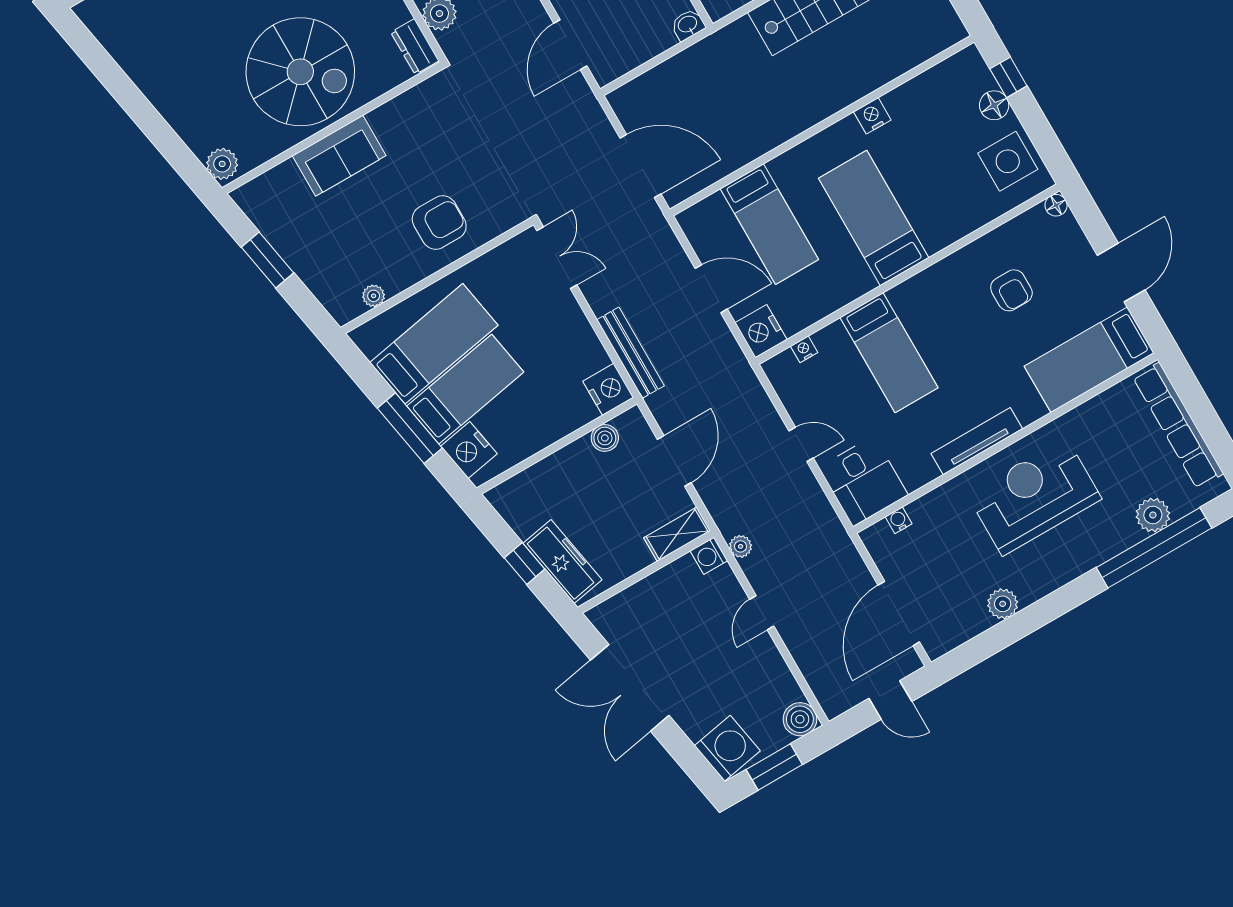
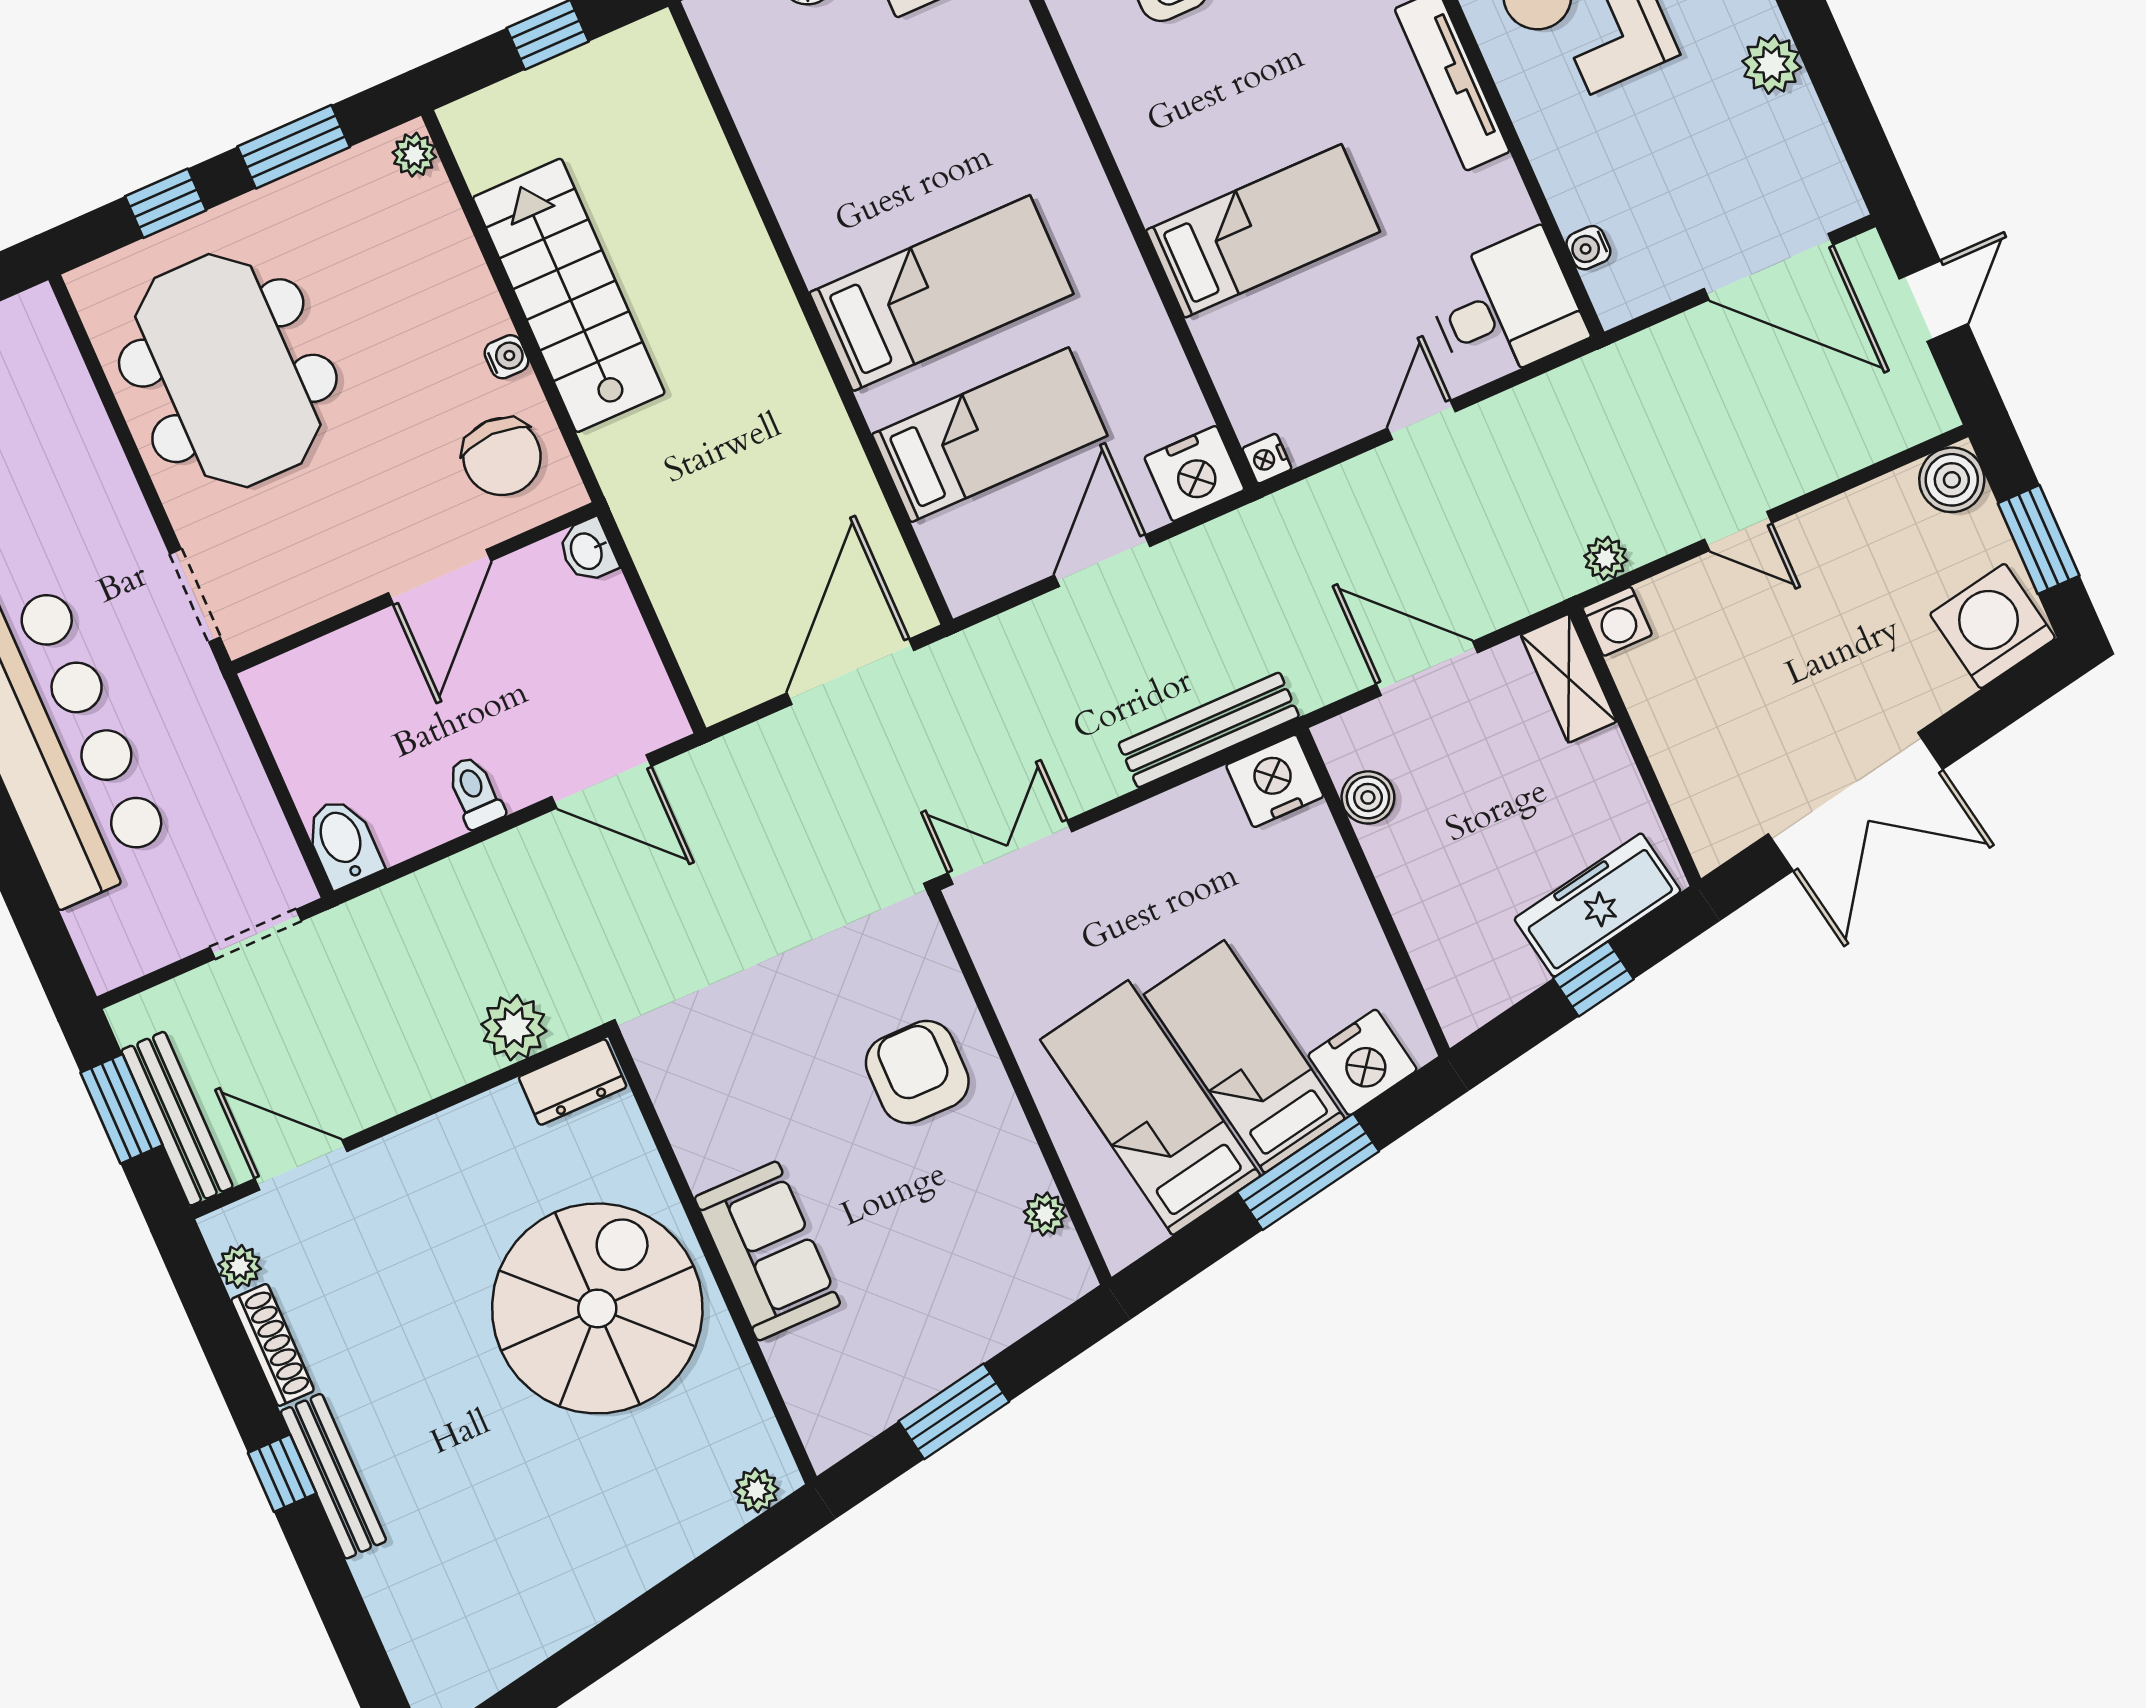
nightstand: (872, 116) -> (802, 214), removed
plant: (222, 164) -> (756, 1490), width x0.73, depth x0.73
bed: (874, 218) -> (941, 293), moved, turned 180
nightstand: (804, 349) -> (1267, 459), moved

